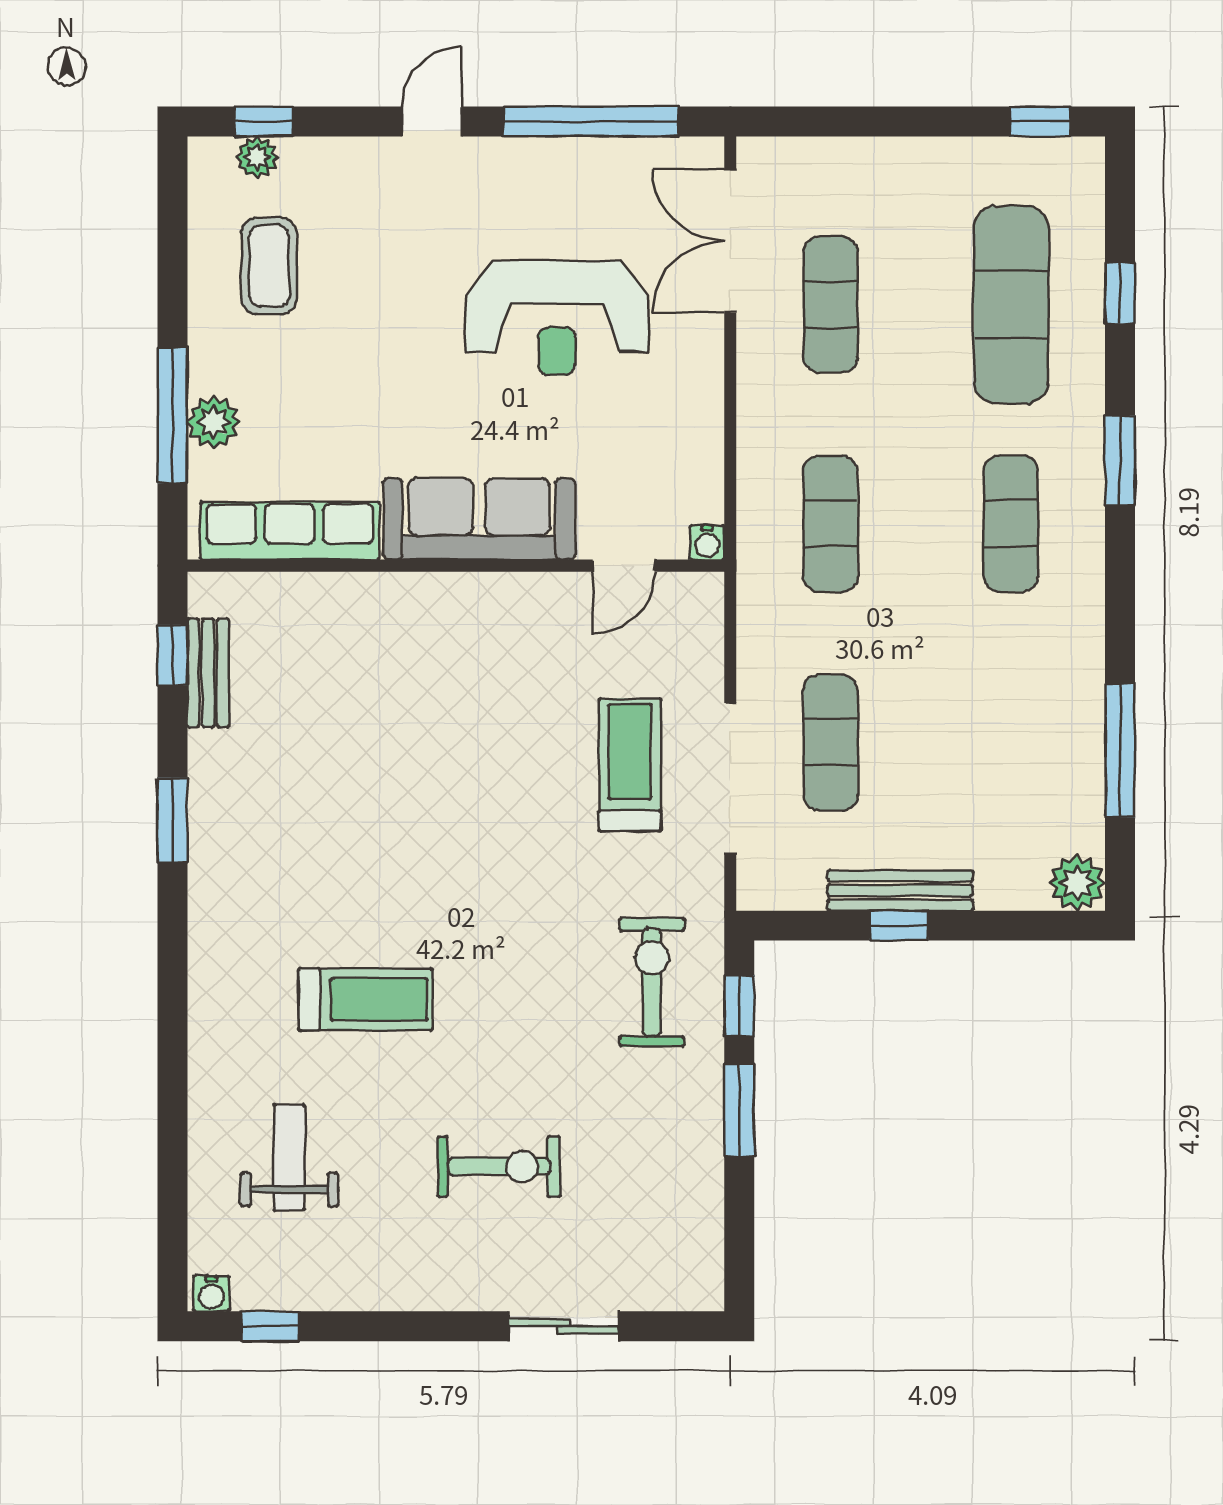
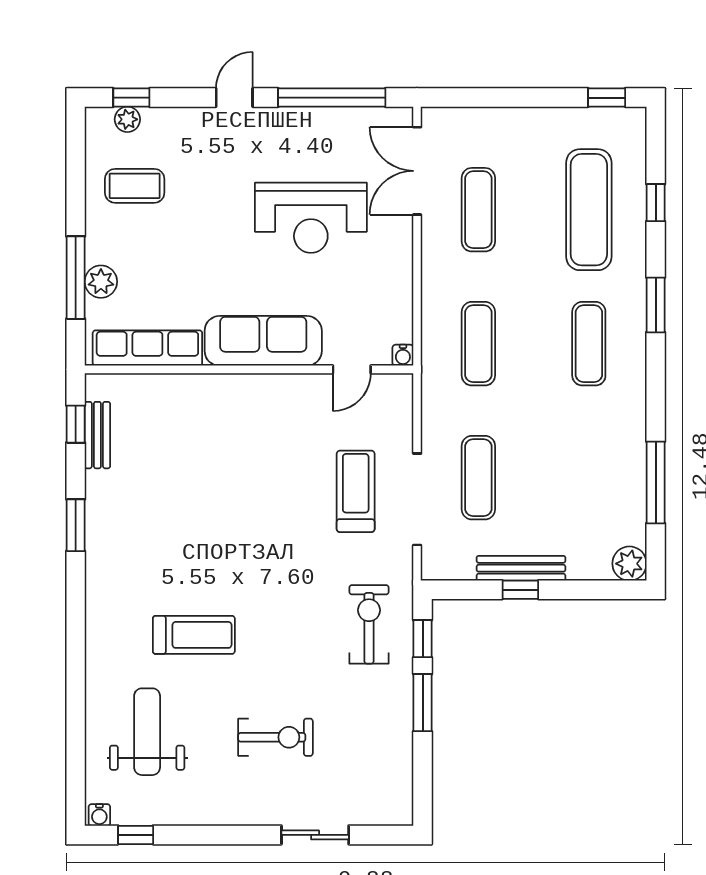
coffee table: (269, 266) -> (135, 186), turned 90
weight bench: (289, 1157) -> (147, 732), width x1.36, depth x1.33

